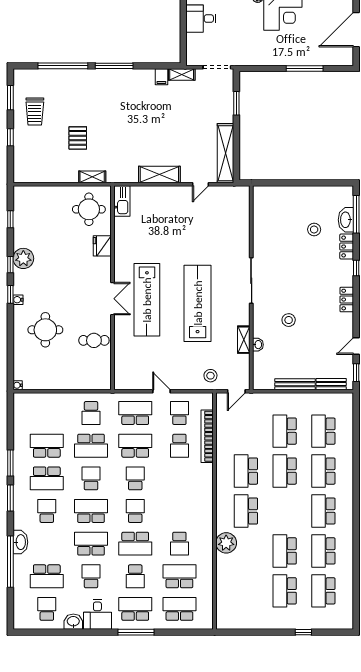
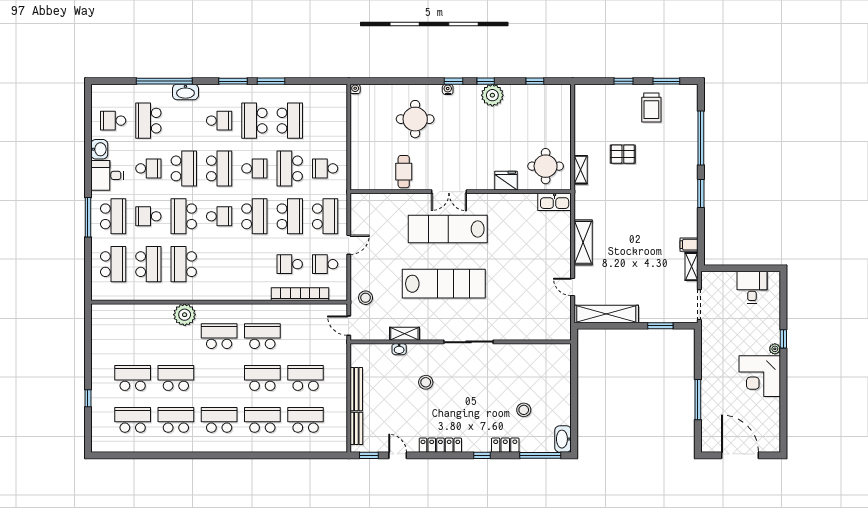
window: (114, 66) -> (701, 193), width x0.69
trolley: (35, 112) -> (651, 108), turned -90
washbasin: (346, 220) -> (563, 439), moved, turned -90
locker: (347, 300) -> (440, 445), width x1.53
school desk: (179, 413) -> (325, 264), turned 180
school desk: (135, 478) -> (254, 216), width x1.85
school desk: (179, 544) -> (184, 264), width x1.85
school desk: (47, 609) -> (113, 121), turned 180

